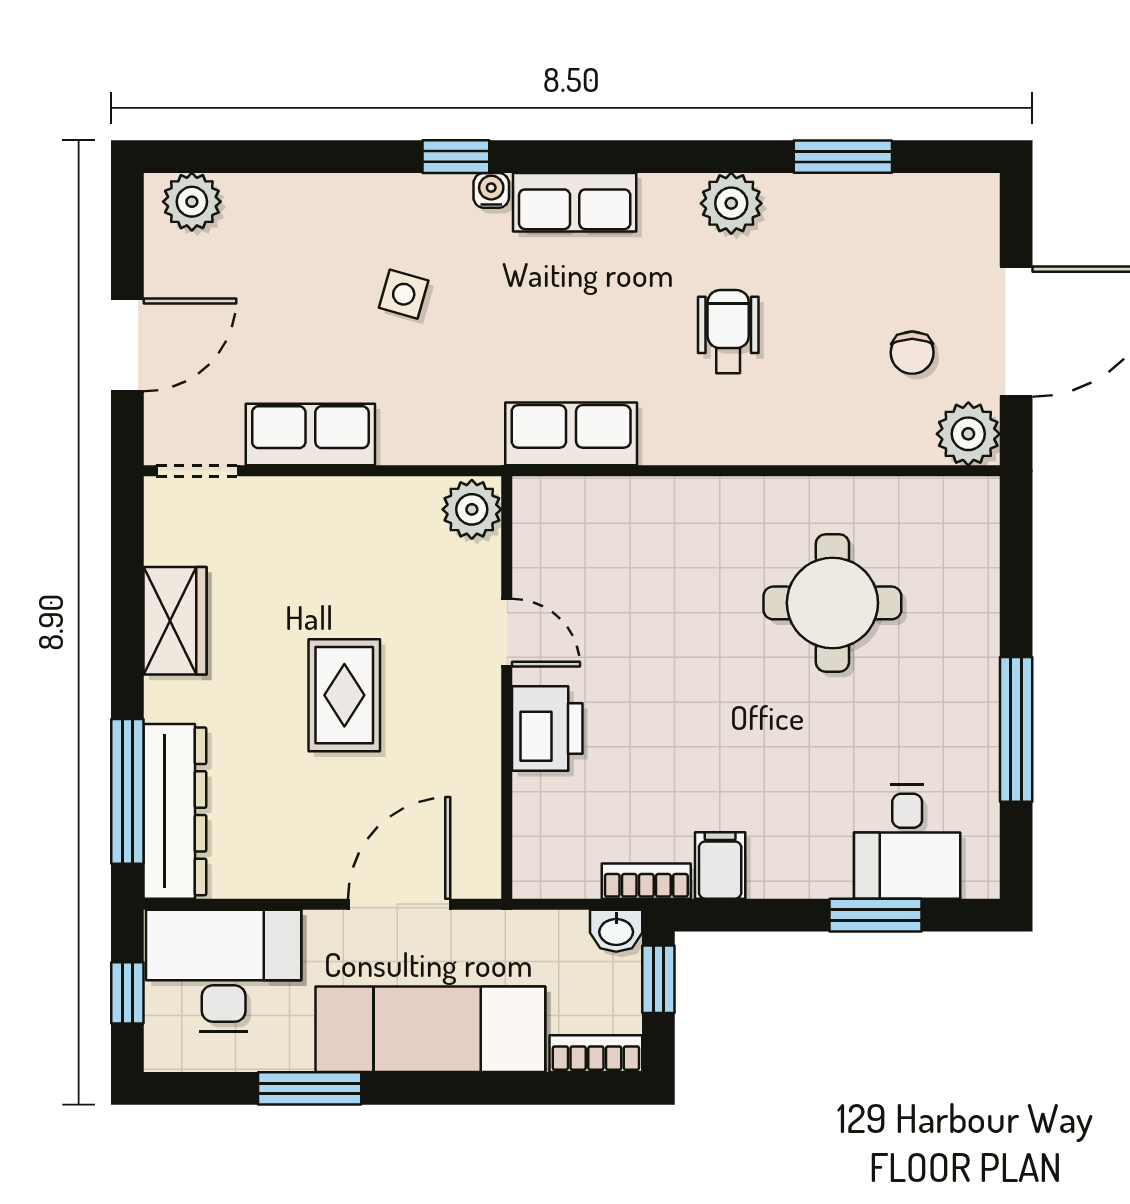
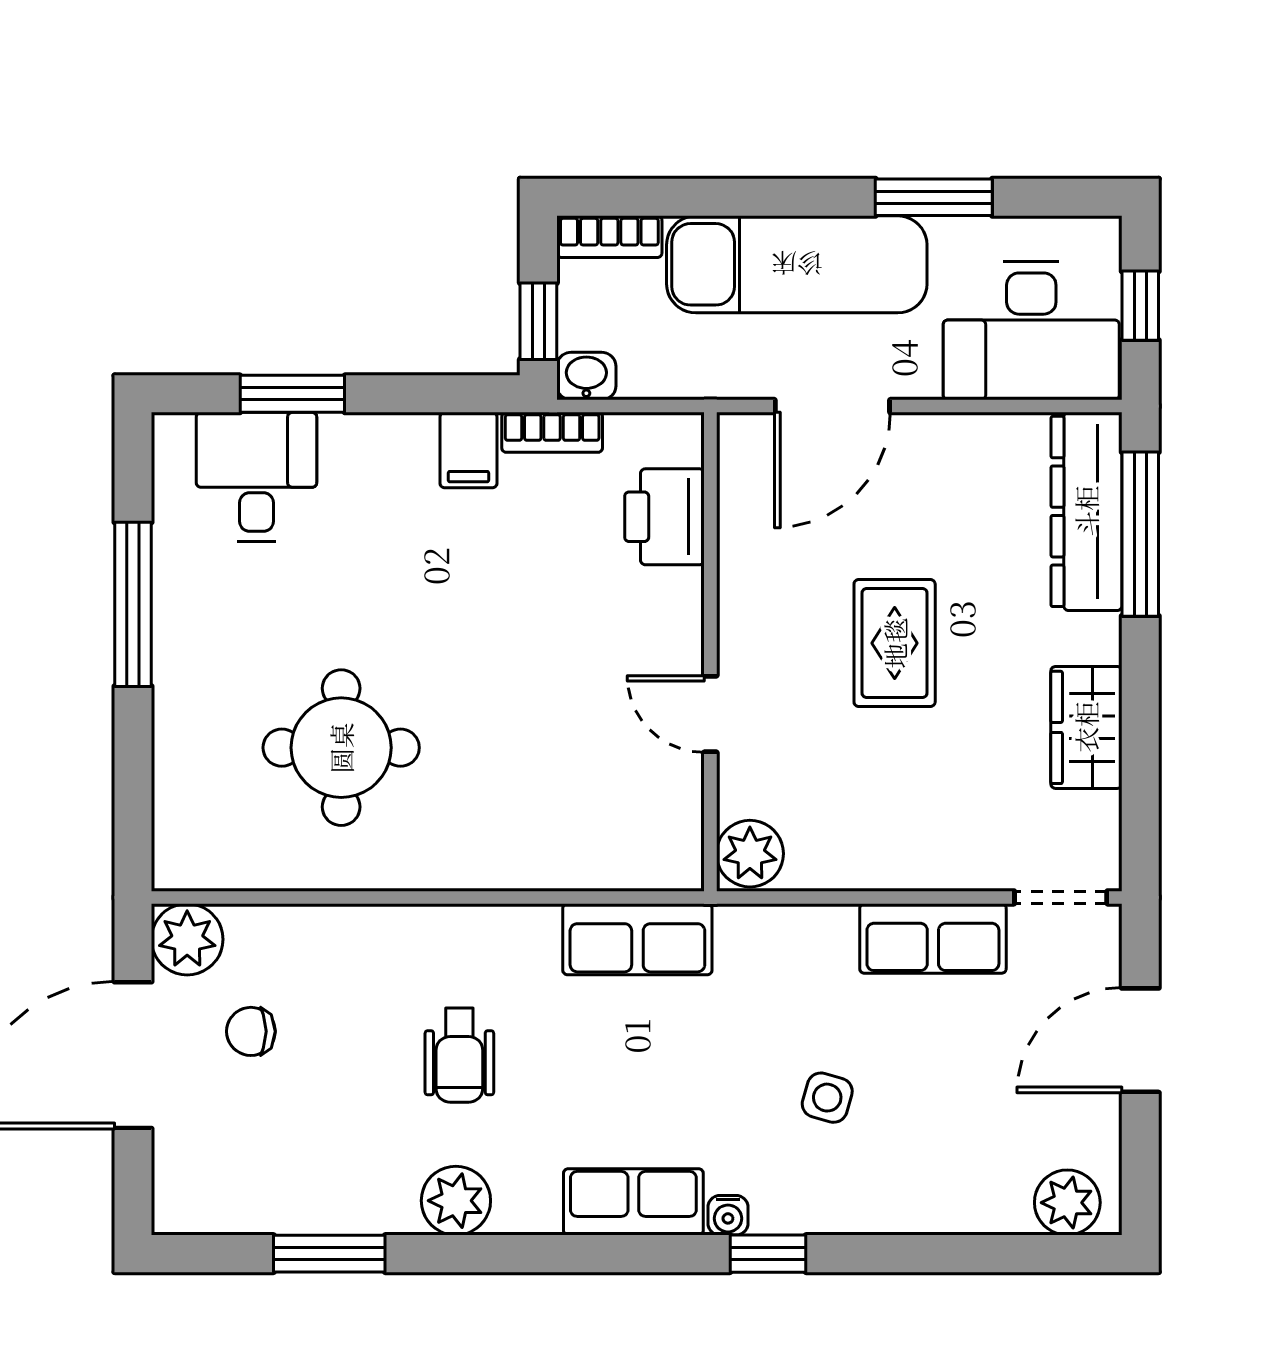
chair: (912, 353) -> (251, 1031), turned -90
printer: (547, 729) -> (664, 517), moved

